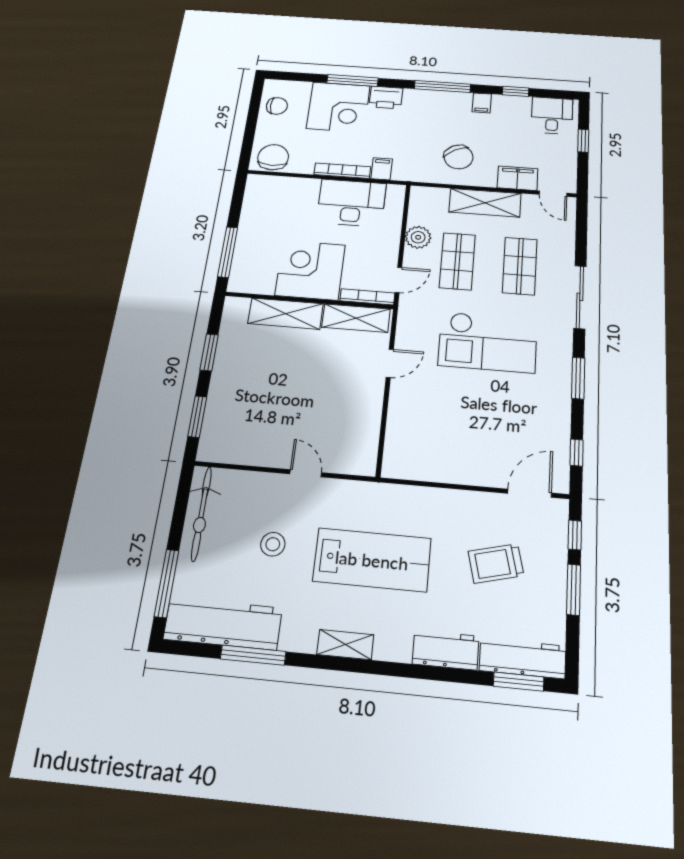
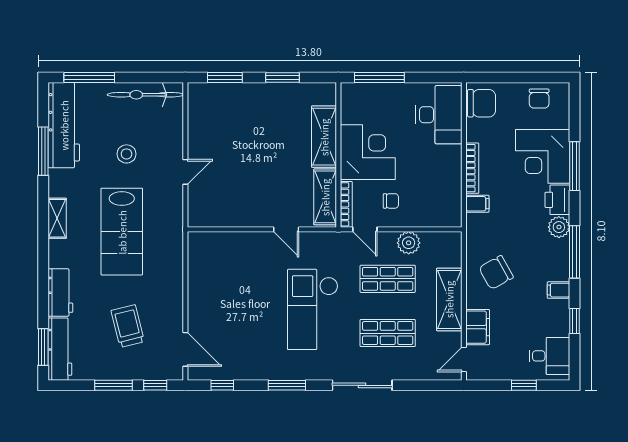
plant: (415, 98) -> (559, 227), added
desk: (351, 203) -> (439, 115), moved
chair: (369, 251) -> (391, 201), added

